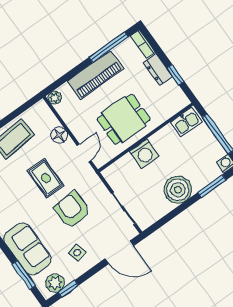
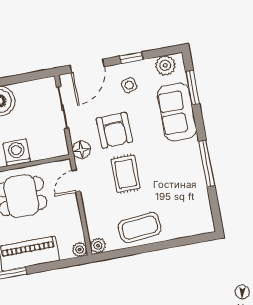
plant: (41, 108) -> (98, 246), added
floor lamp: (59, 135) -> (81, 150), moved
door: (119, 252) -> (87, 66), swing flipped
window: (68, 289) -> (131, 58), moved

